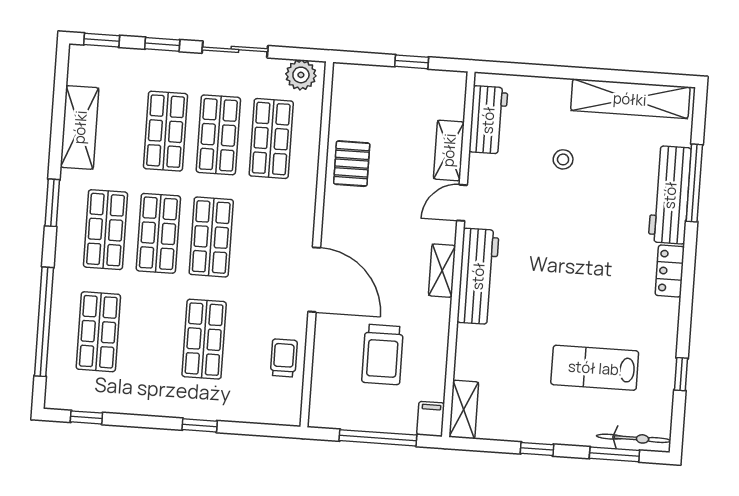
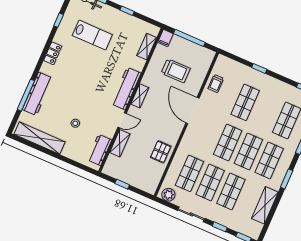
locker: (670, 271) -> (53, 53), moved
trolley: (383, 354) -> (176, 71), turned 90
shelving: (464, 409) -> (147, 47), moved

